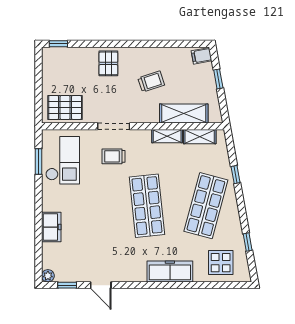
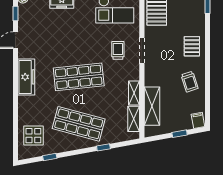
pallet: (108, 63) -> (192, 46), turned 90
trolley: (151, 82) -> (190, 82), moved
freezer: (170, 272) -> (26, 77), moved

